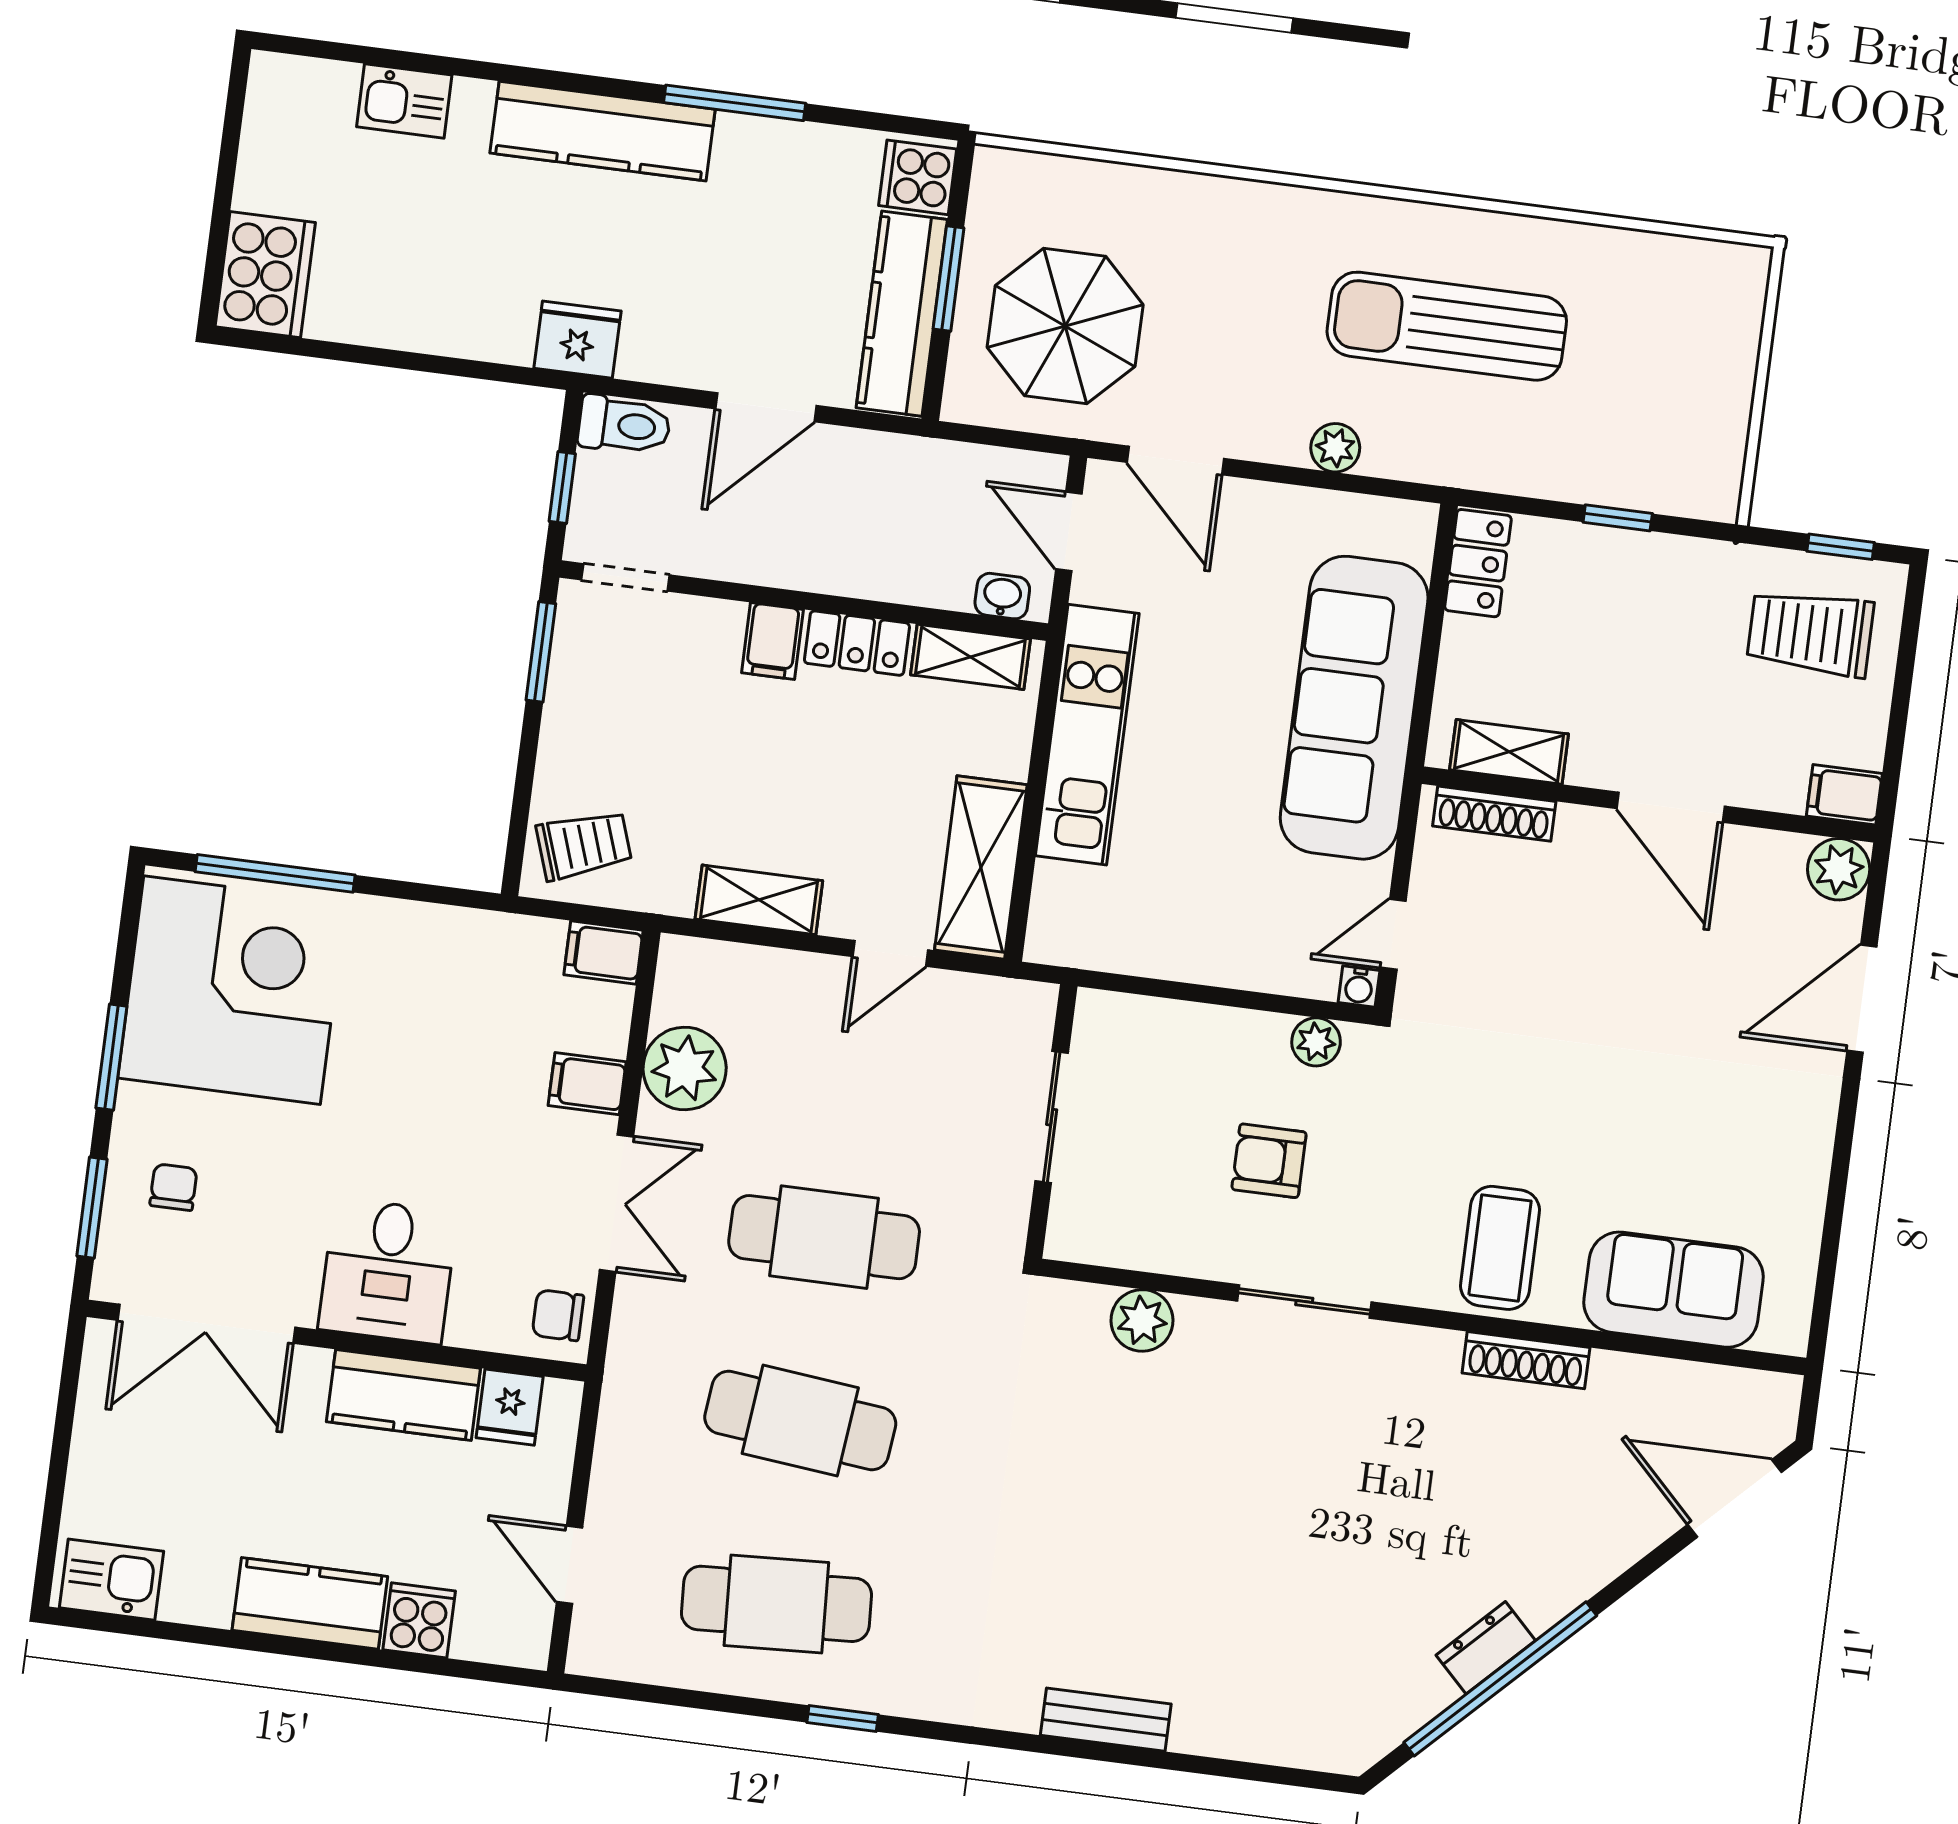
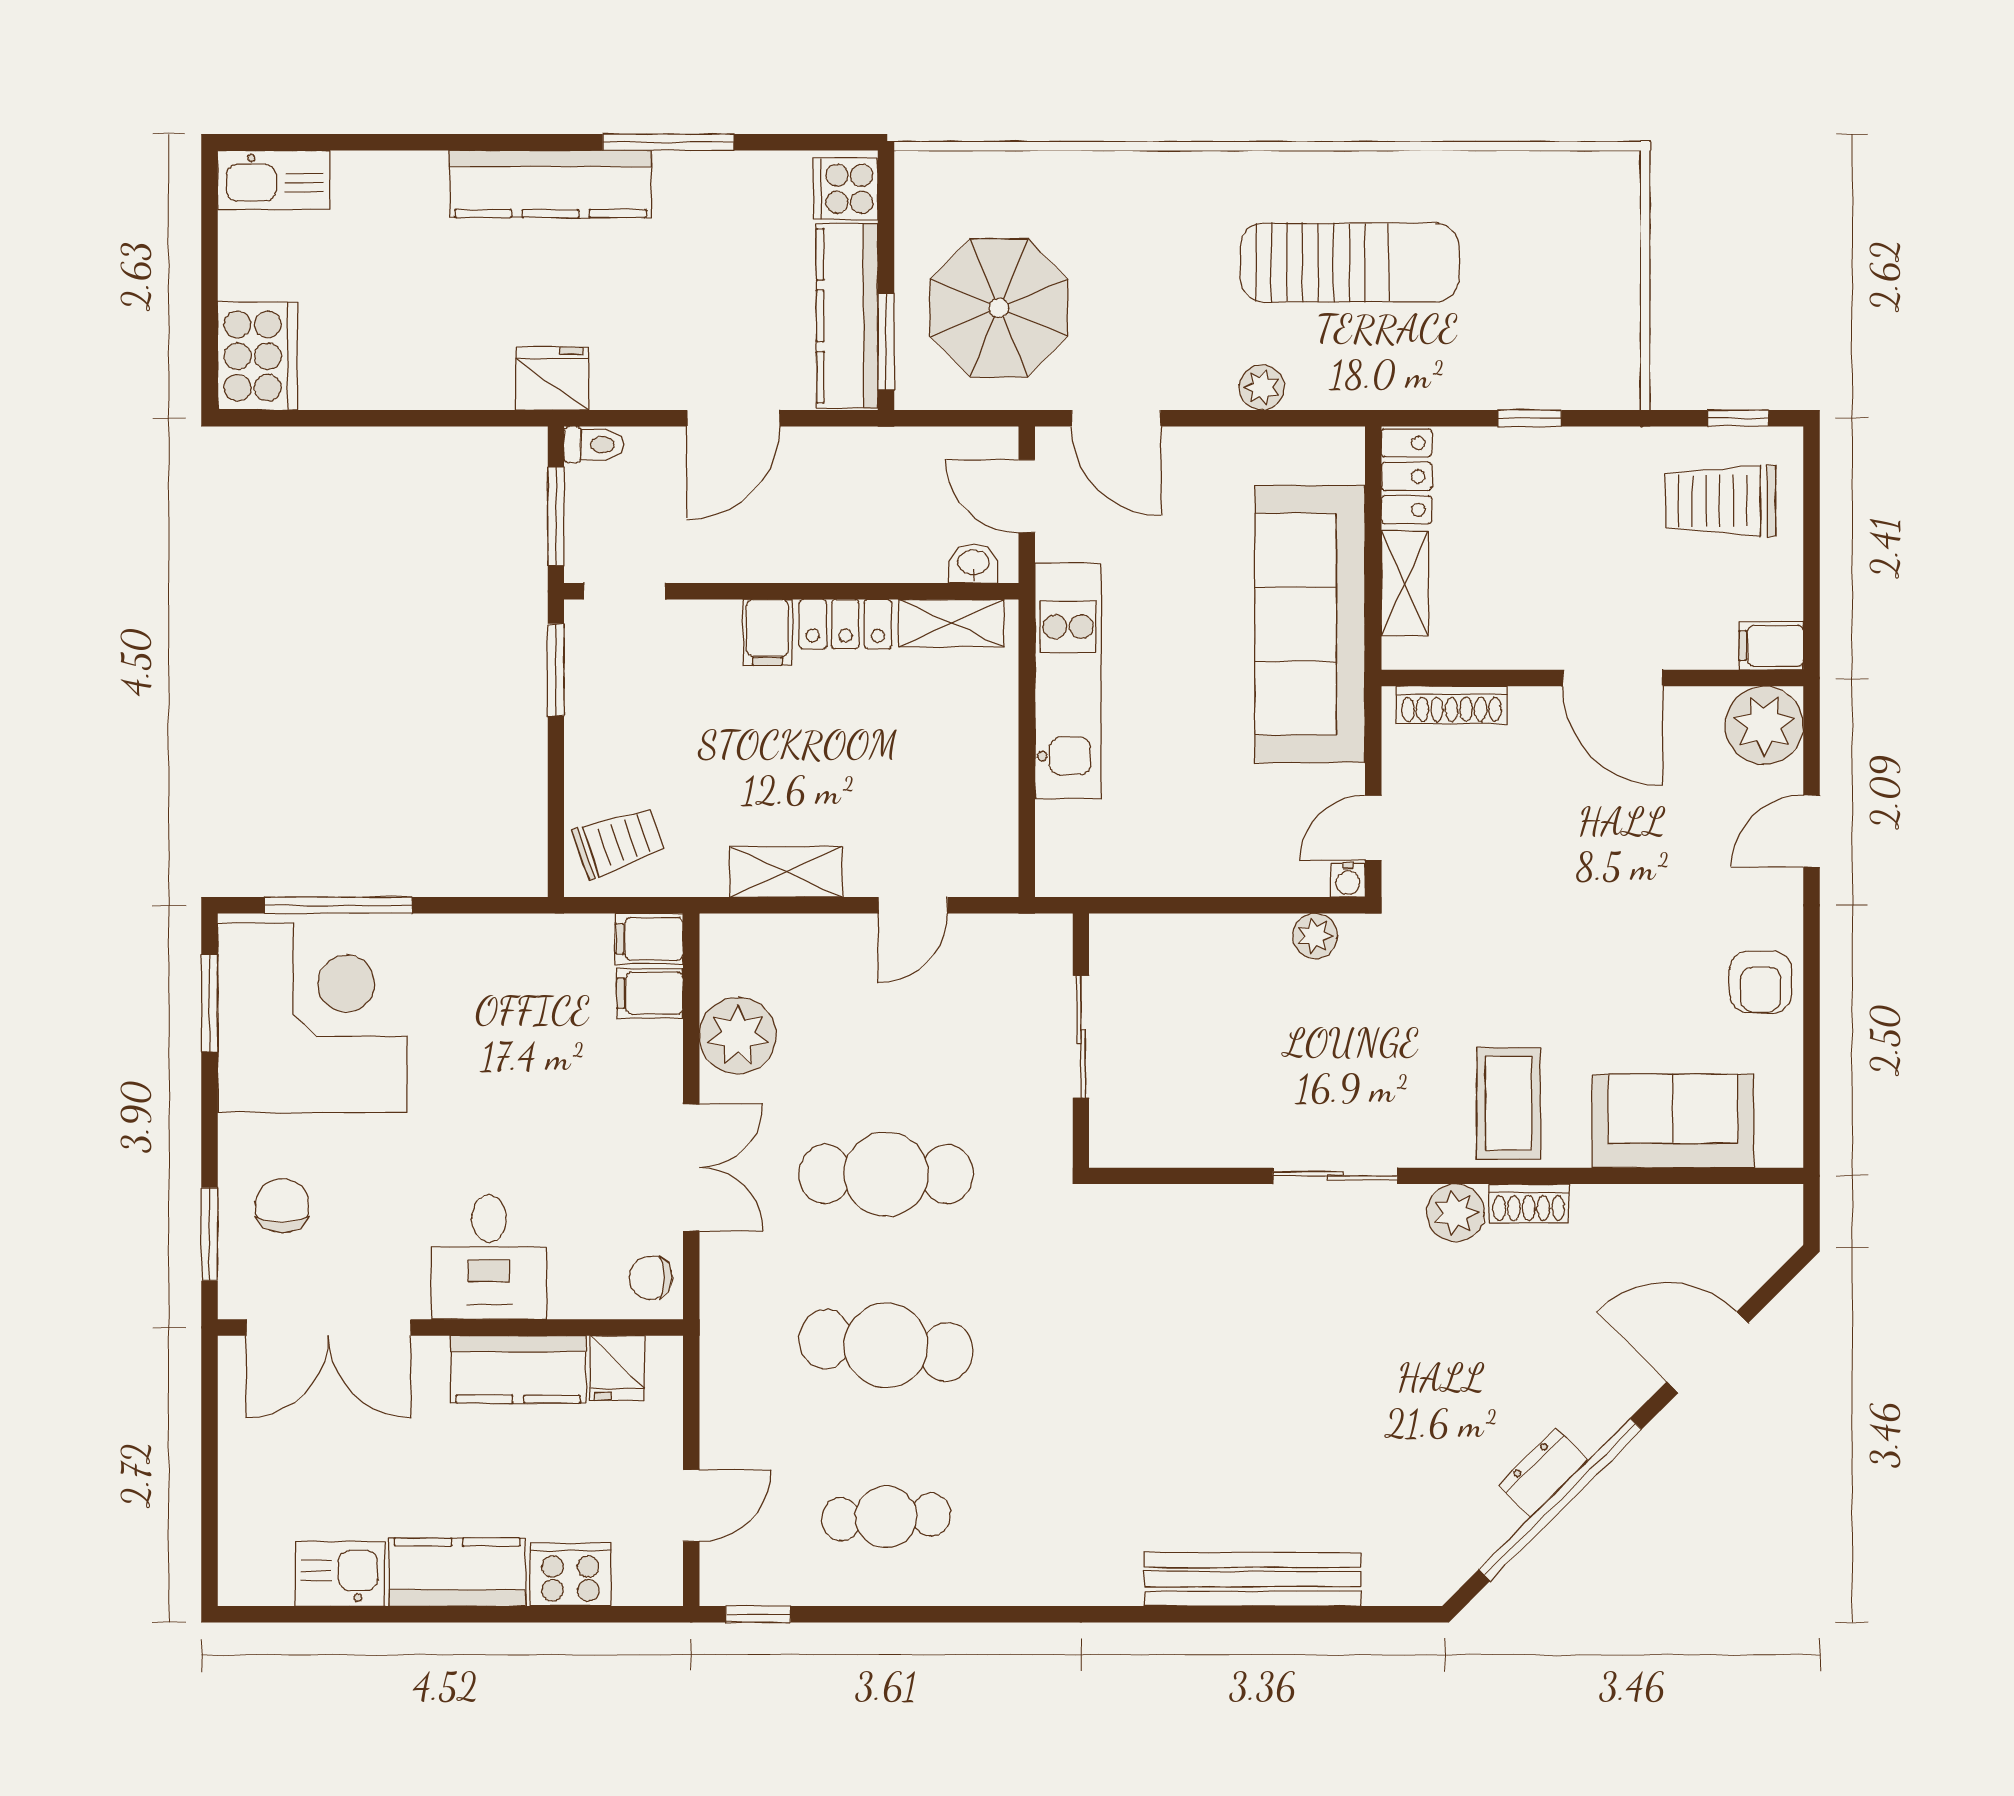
kitchen sink: (404, 101) -> (274, 180), moved, width x1.38
window: (949, 278) -> (886, 342), moved
sun lounger: (1447, 326) -> (1350, 262), turned 180
toilet: (624, 425) -> (594, 445), width x0.73, depth x0.72
window: (562, 487) -> (556, 516), width x1.50
shelving: (1509, 752) -> (1405, 583), moved, turned 90
shelving: (981, 867) -> (986, 816), removed
plant: (1839, 869) -> (1764, 725), width x1.36, depth x1.36
door: (1862, 999) -> (1812, 831), width x0.73
window: (111, 1057) -> (209, 1003), moved
filing cabinet: (587, 1084) -> (650, 993), moved
armchair: (1269, 1161) -> (1761, 982), moved, turned -90
chair: (174, 1187) -> (282, 1206), width x1.37, depth x1.37
plant: (1142, 1320) -> (1456, 1213), moved
shoe rack: (1526, 1360) -> (1529, 1203), width x0.70
door: (1735, 1498) -> (1707, 1352), moved
door: (570, 1565) -> (691, 1506), swing flipped
kitchen sink: (111, 1580) -> (340, 1574), moved
cafe table: (776, 1604) -> (886, 1517), width x0.73, depth x0.74
cooker: (419, 1620) -> (570, 1575), width x1.36
window: (843, 1718) -> (758, 1614), moved
bench: (1106, 1720) -> (1253, 1579), width x1.86, depth x1.21

